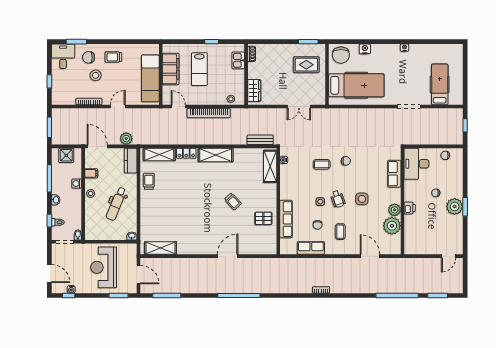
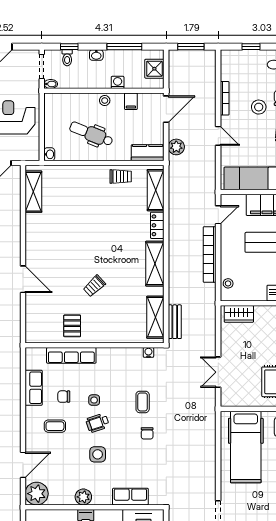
shelving: (270, 166) -> (155, 317), moved, turned 90
plant: (392, 226) -> (37, 494), moved

